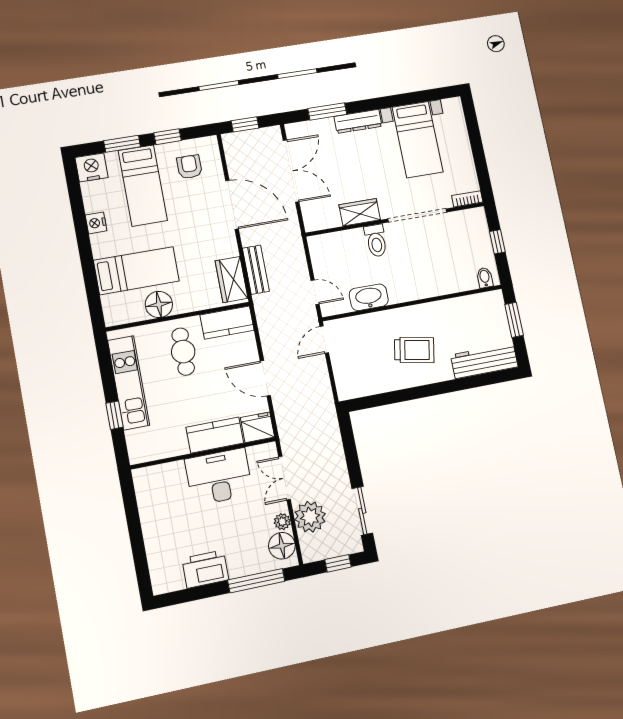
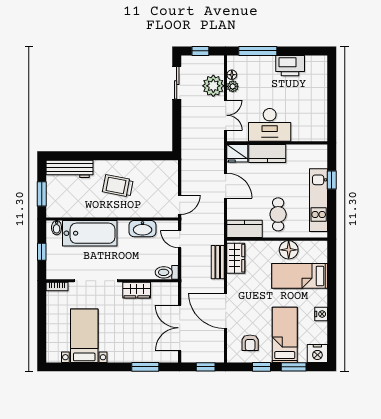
dresser: (358, 121) -> (125, 356), removed
toilet: (376, 241) -> (167, 272), moved, turned -90
bathtub: (439, 278) -> (90, 233), added
floor lamp: (282, 546) -> (232, 75), width x0.53, depth x0.53

